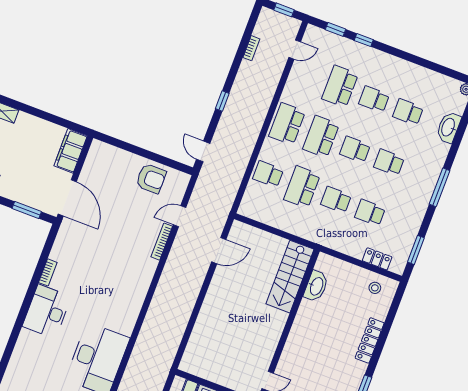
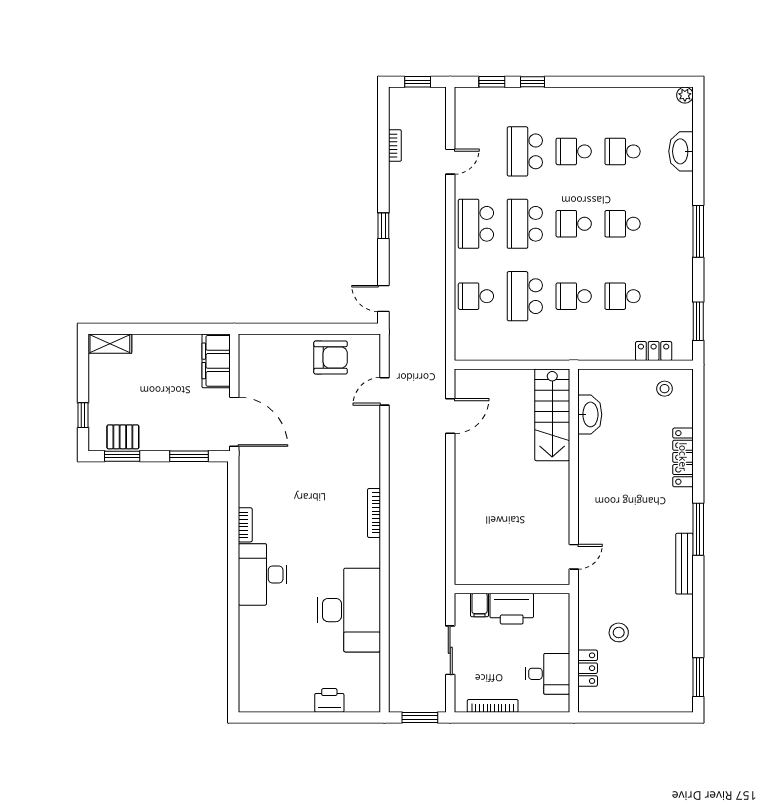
door: (295, 50) -> (450, 162), moved
bookcase: (162, 242) -> (374, 513), moved

